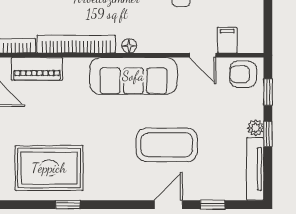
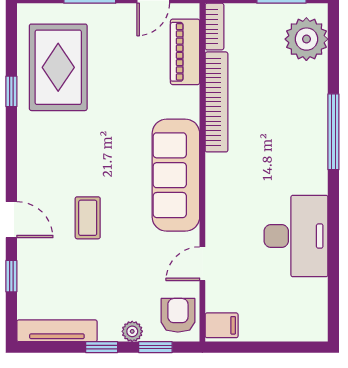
filing cabinet: (227, 40) -> (222, 325), moved
floor lamp: (129, 46) -> (214, 170), removed
plant: (256, 128) -> (132, 331), moved
coffee table: (167, 145) -> (88, 218), width x0.54, depth x0.58

